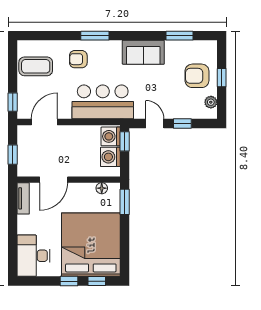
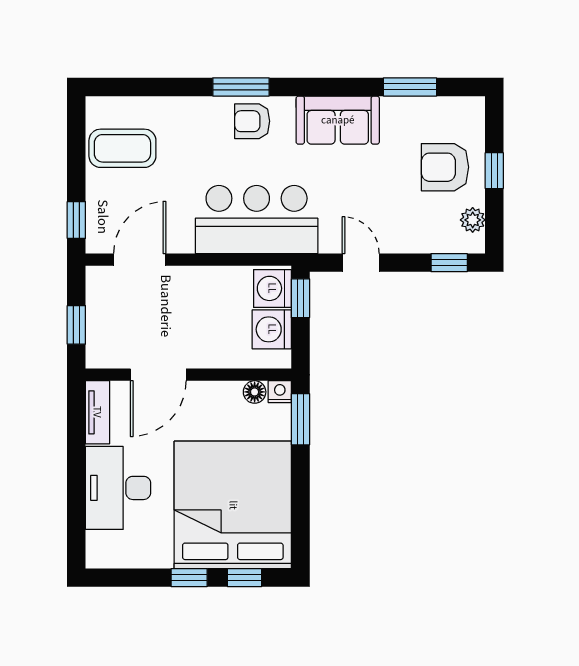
armchair: (78, 59) -> (252, 121), moved
window: (182, 124) -> (449, 263), moved
nightstand: (114, 188) -> (280, 392), added
desk: (33, 256) -> (118, 488), moved

